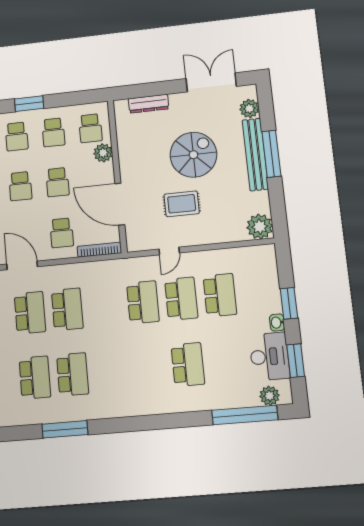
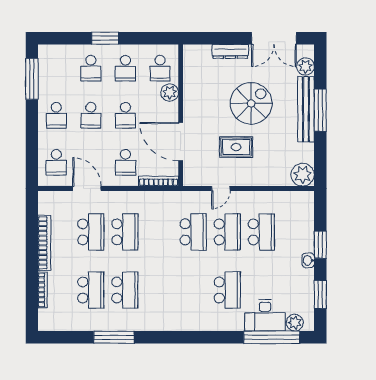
double door: (211, 82) -> (274, 38), swing flipped
dresser: (149, 104) -> (230, 51), moved
desk: (269, 357) -> (265, 315), moved, turned 90

